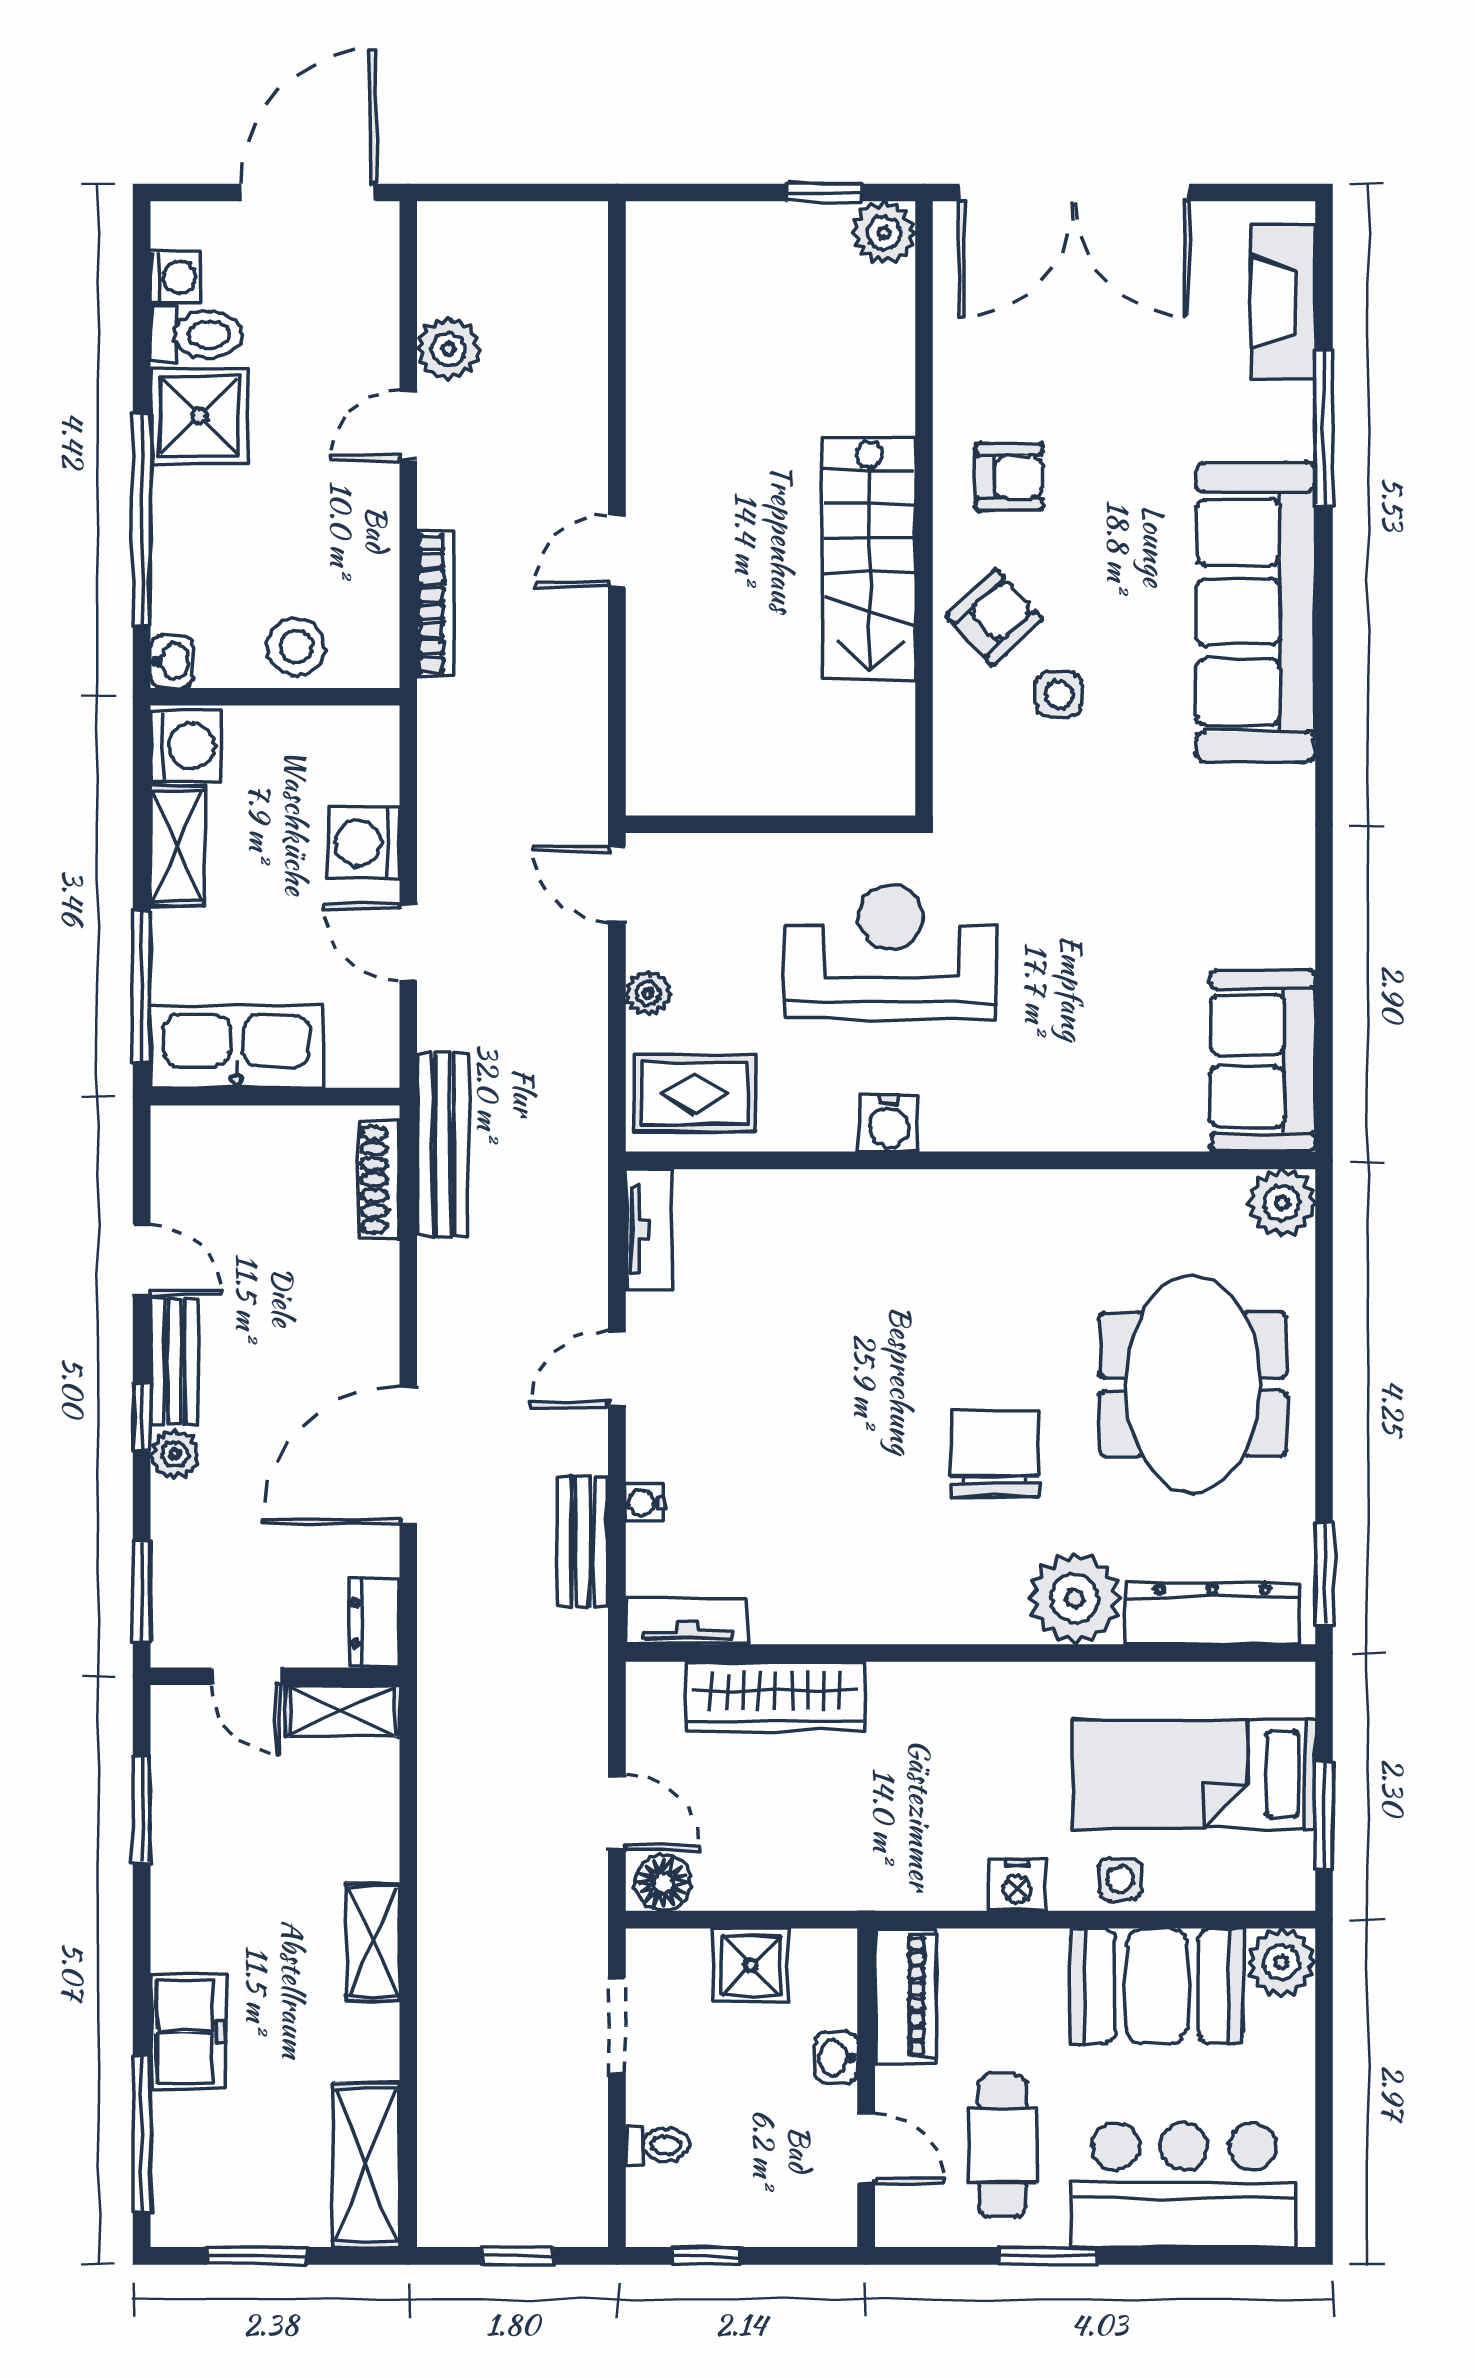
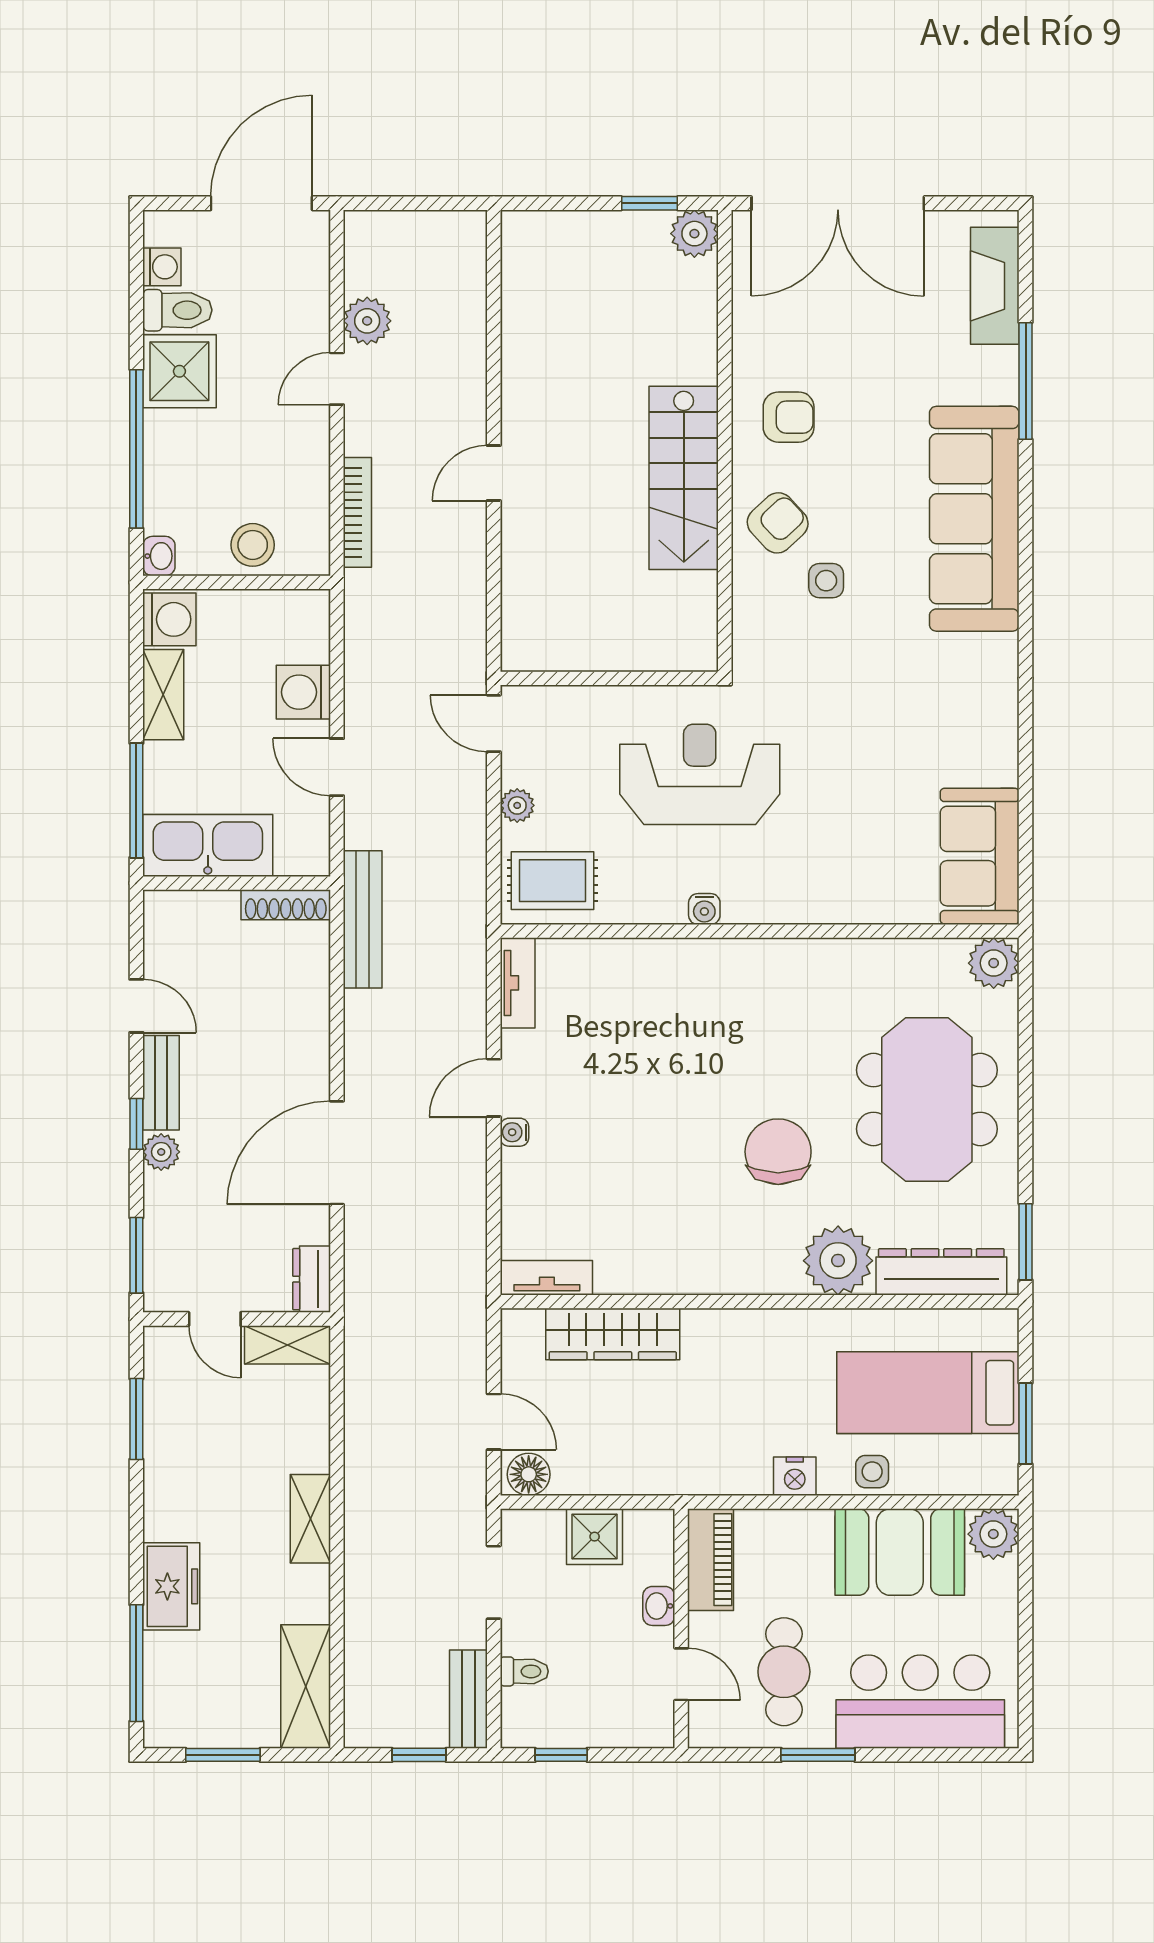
water cooler: (889, 1123) -> (704, 909), width x0.72, depth x0.72
shoe rack: (379, 1180) -> (286, 905), moved, turned -90
water cooler: (644, 1503) -> (514, 1132), moved
bench: (583, 1541) -> (468, 1699), moved

